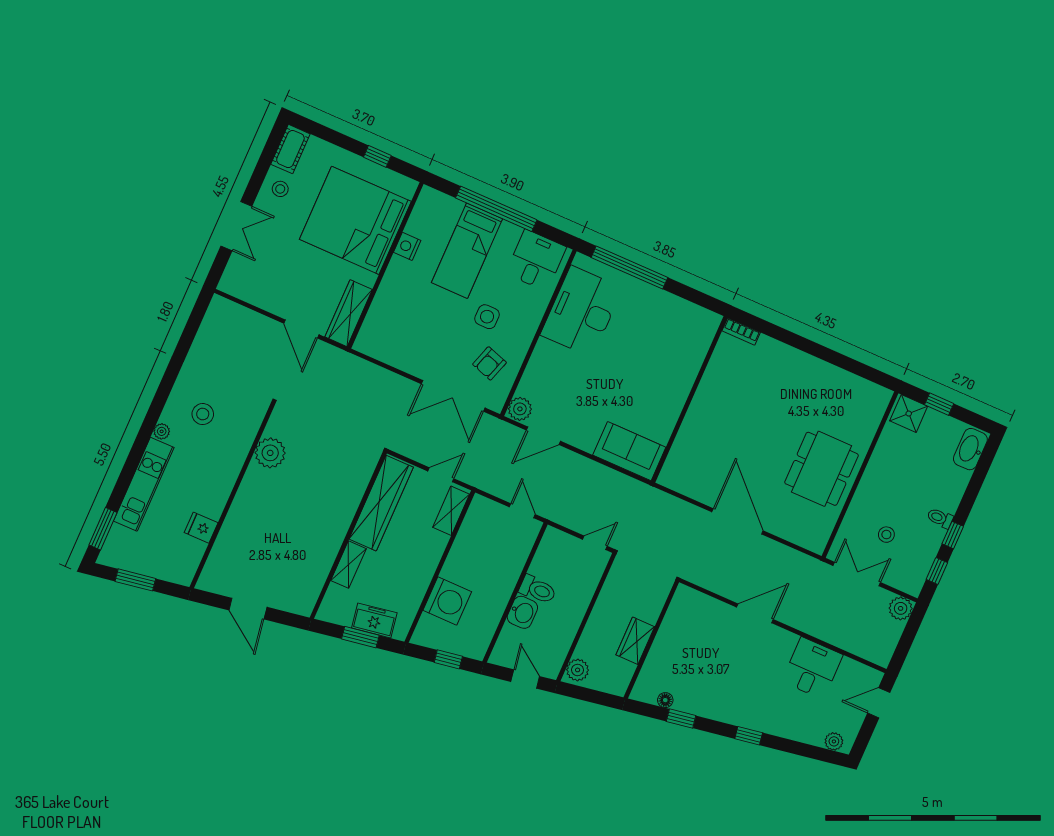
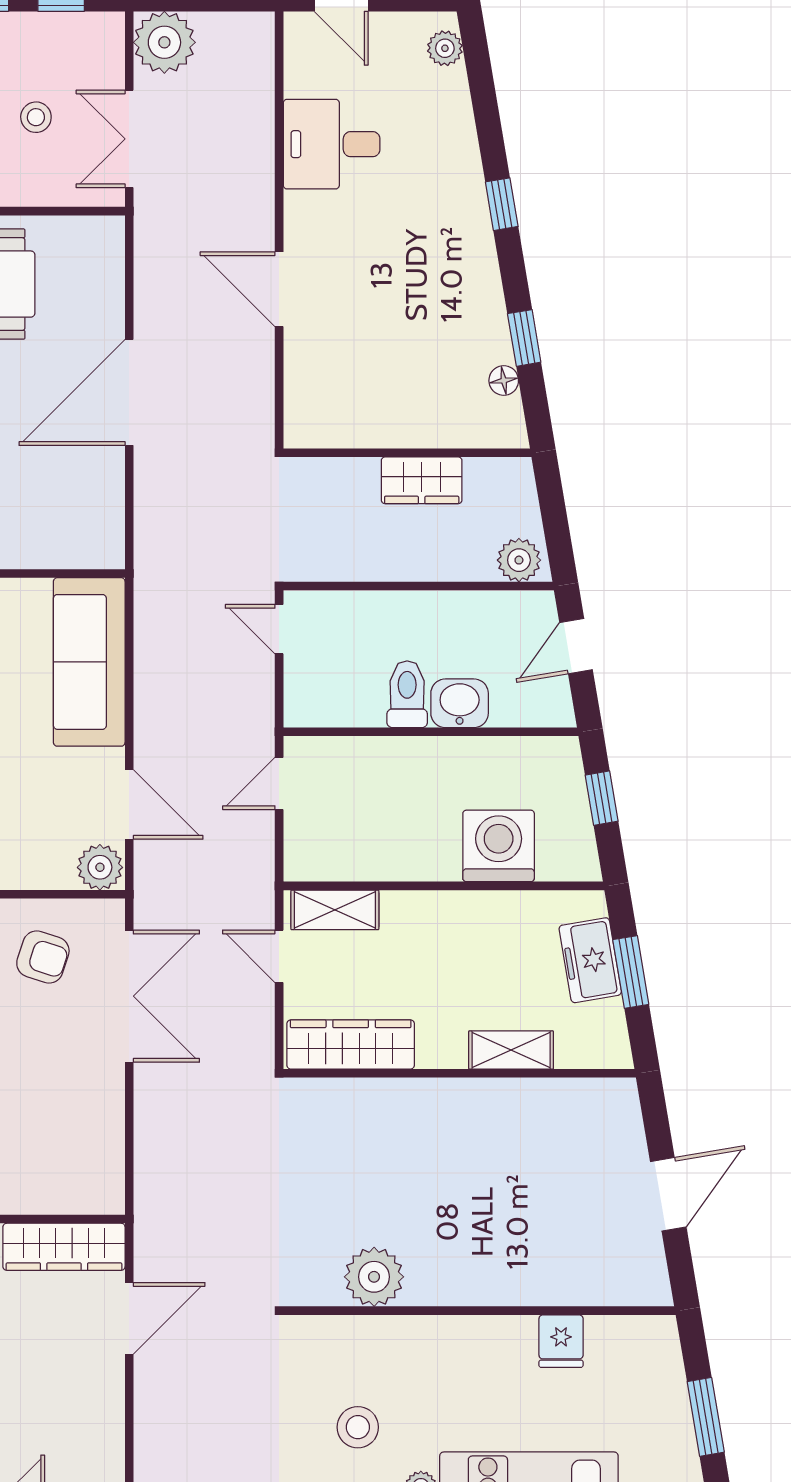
sofa: (629, 451) -> (89, 662), width x1.36
wardrobe: (381, 503) -> (351, 1044), width x0.71, depth x0.85
plant: (901, 608) -> (164, 42), width x1.36, depth x1.36

